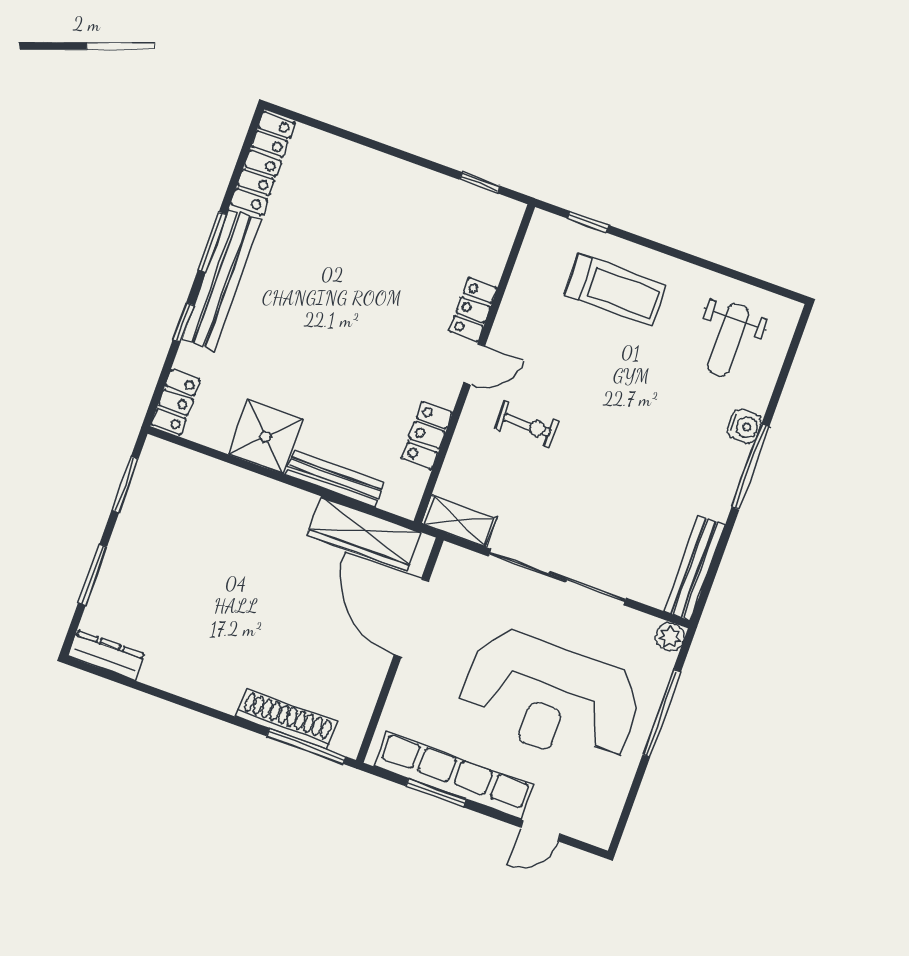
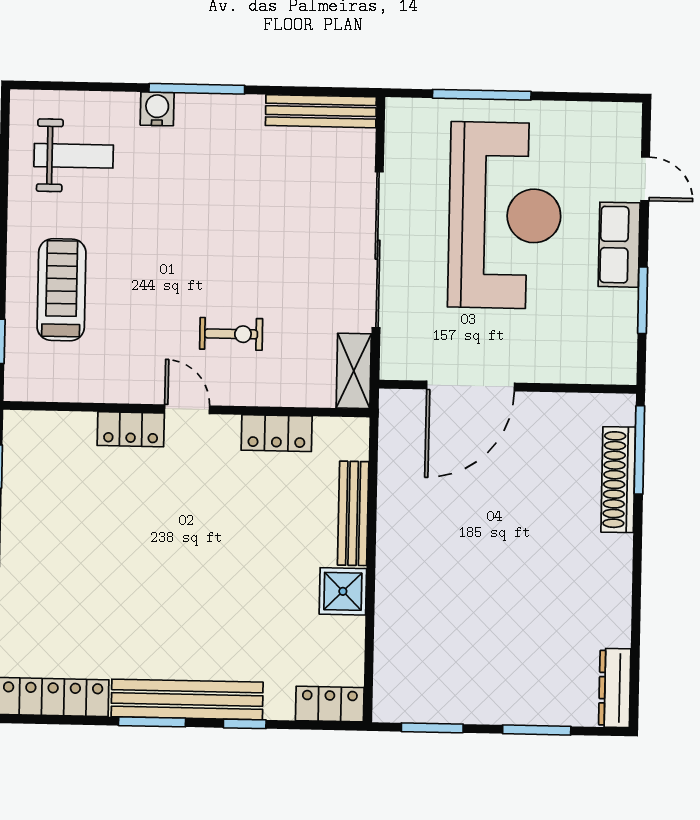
exercise bike: (527, 425) -> (231, 334), turned 90
shower: (265, 437) -> (343, 591), width x0.73, depth x0.73
wardrobe: (364, 534) -> (400, 464), removed
plant: (670, 637) -> (400, 113), removed
row of seats: (454, 775) -> (619, 245), width x0.50

